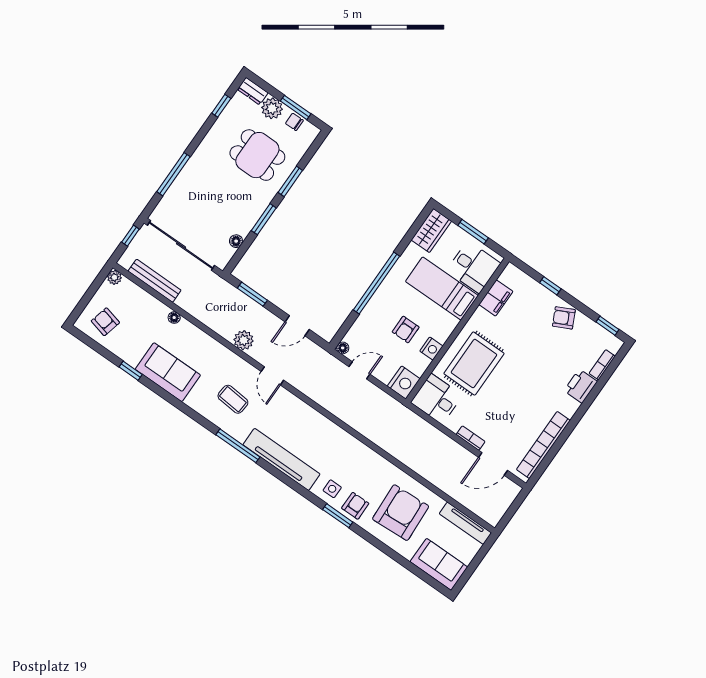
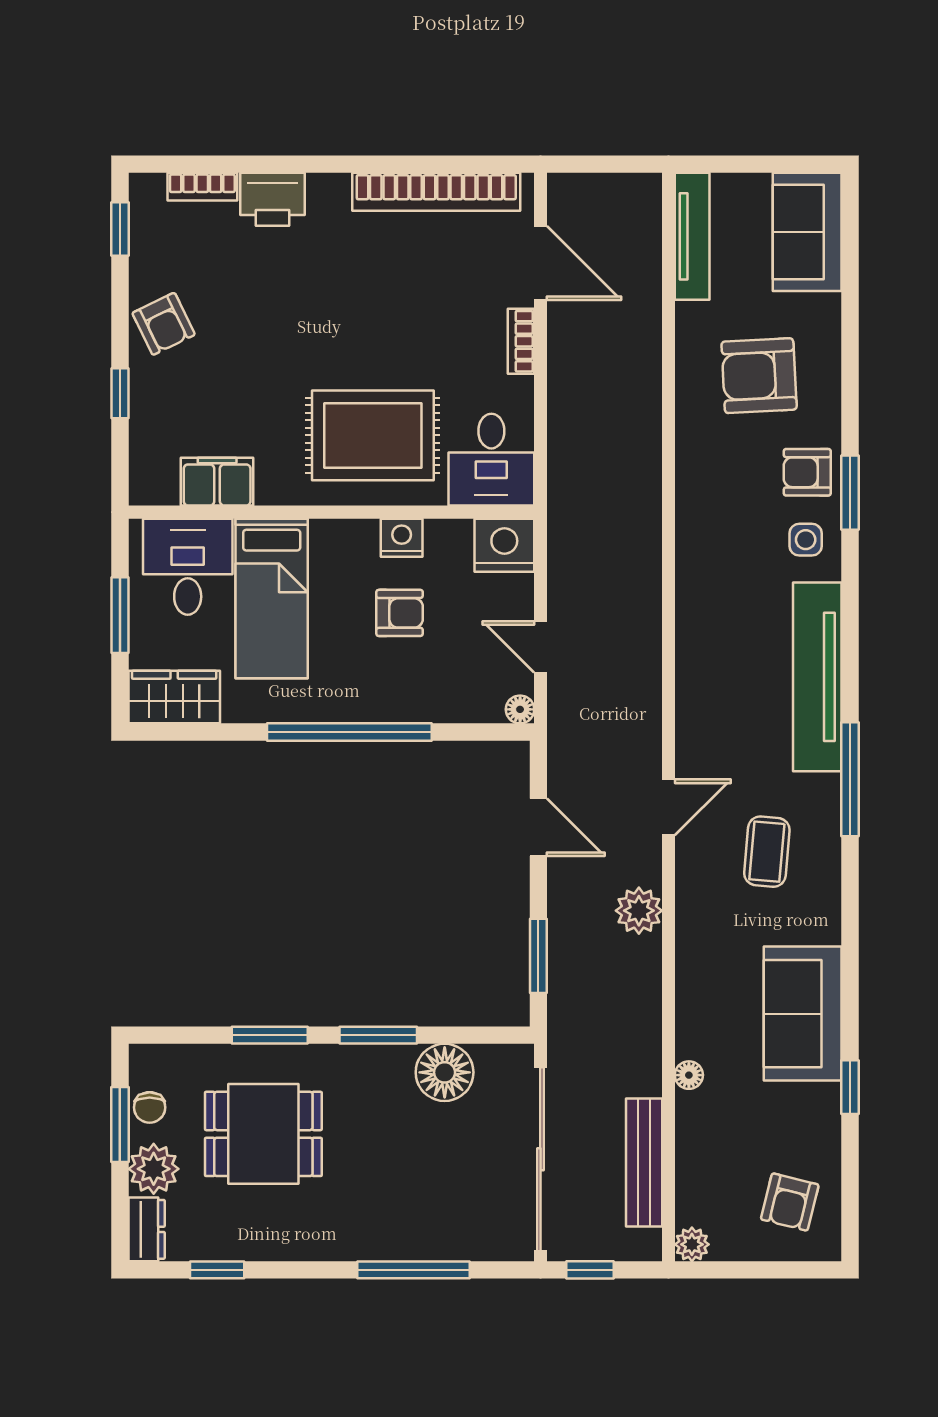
dining table: (257, 155) -> (263, 1134), turned 90
floor lamp: (236, 241) -> (445, 1072), width x1.89, depth x1.89
armchair: (401, 513) -> (759, 376), width x0.73, depth x0.73

